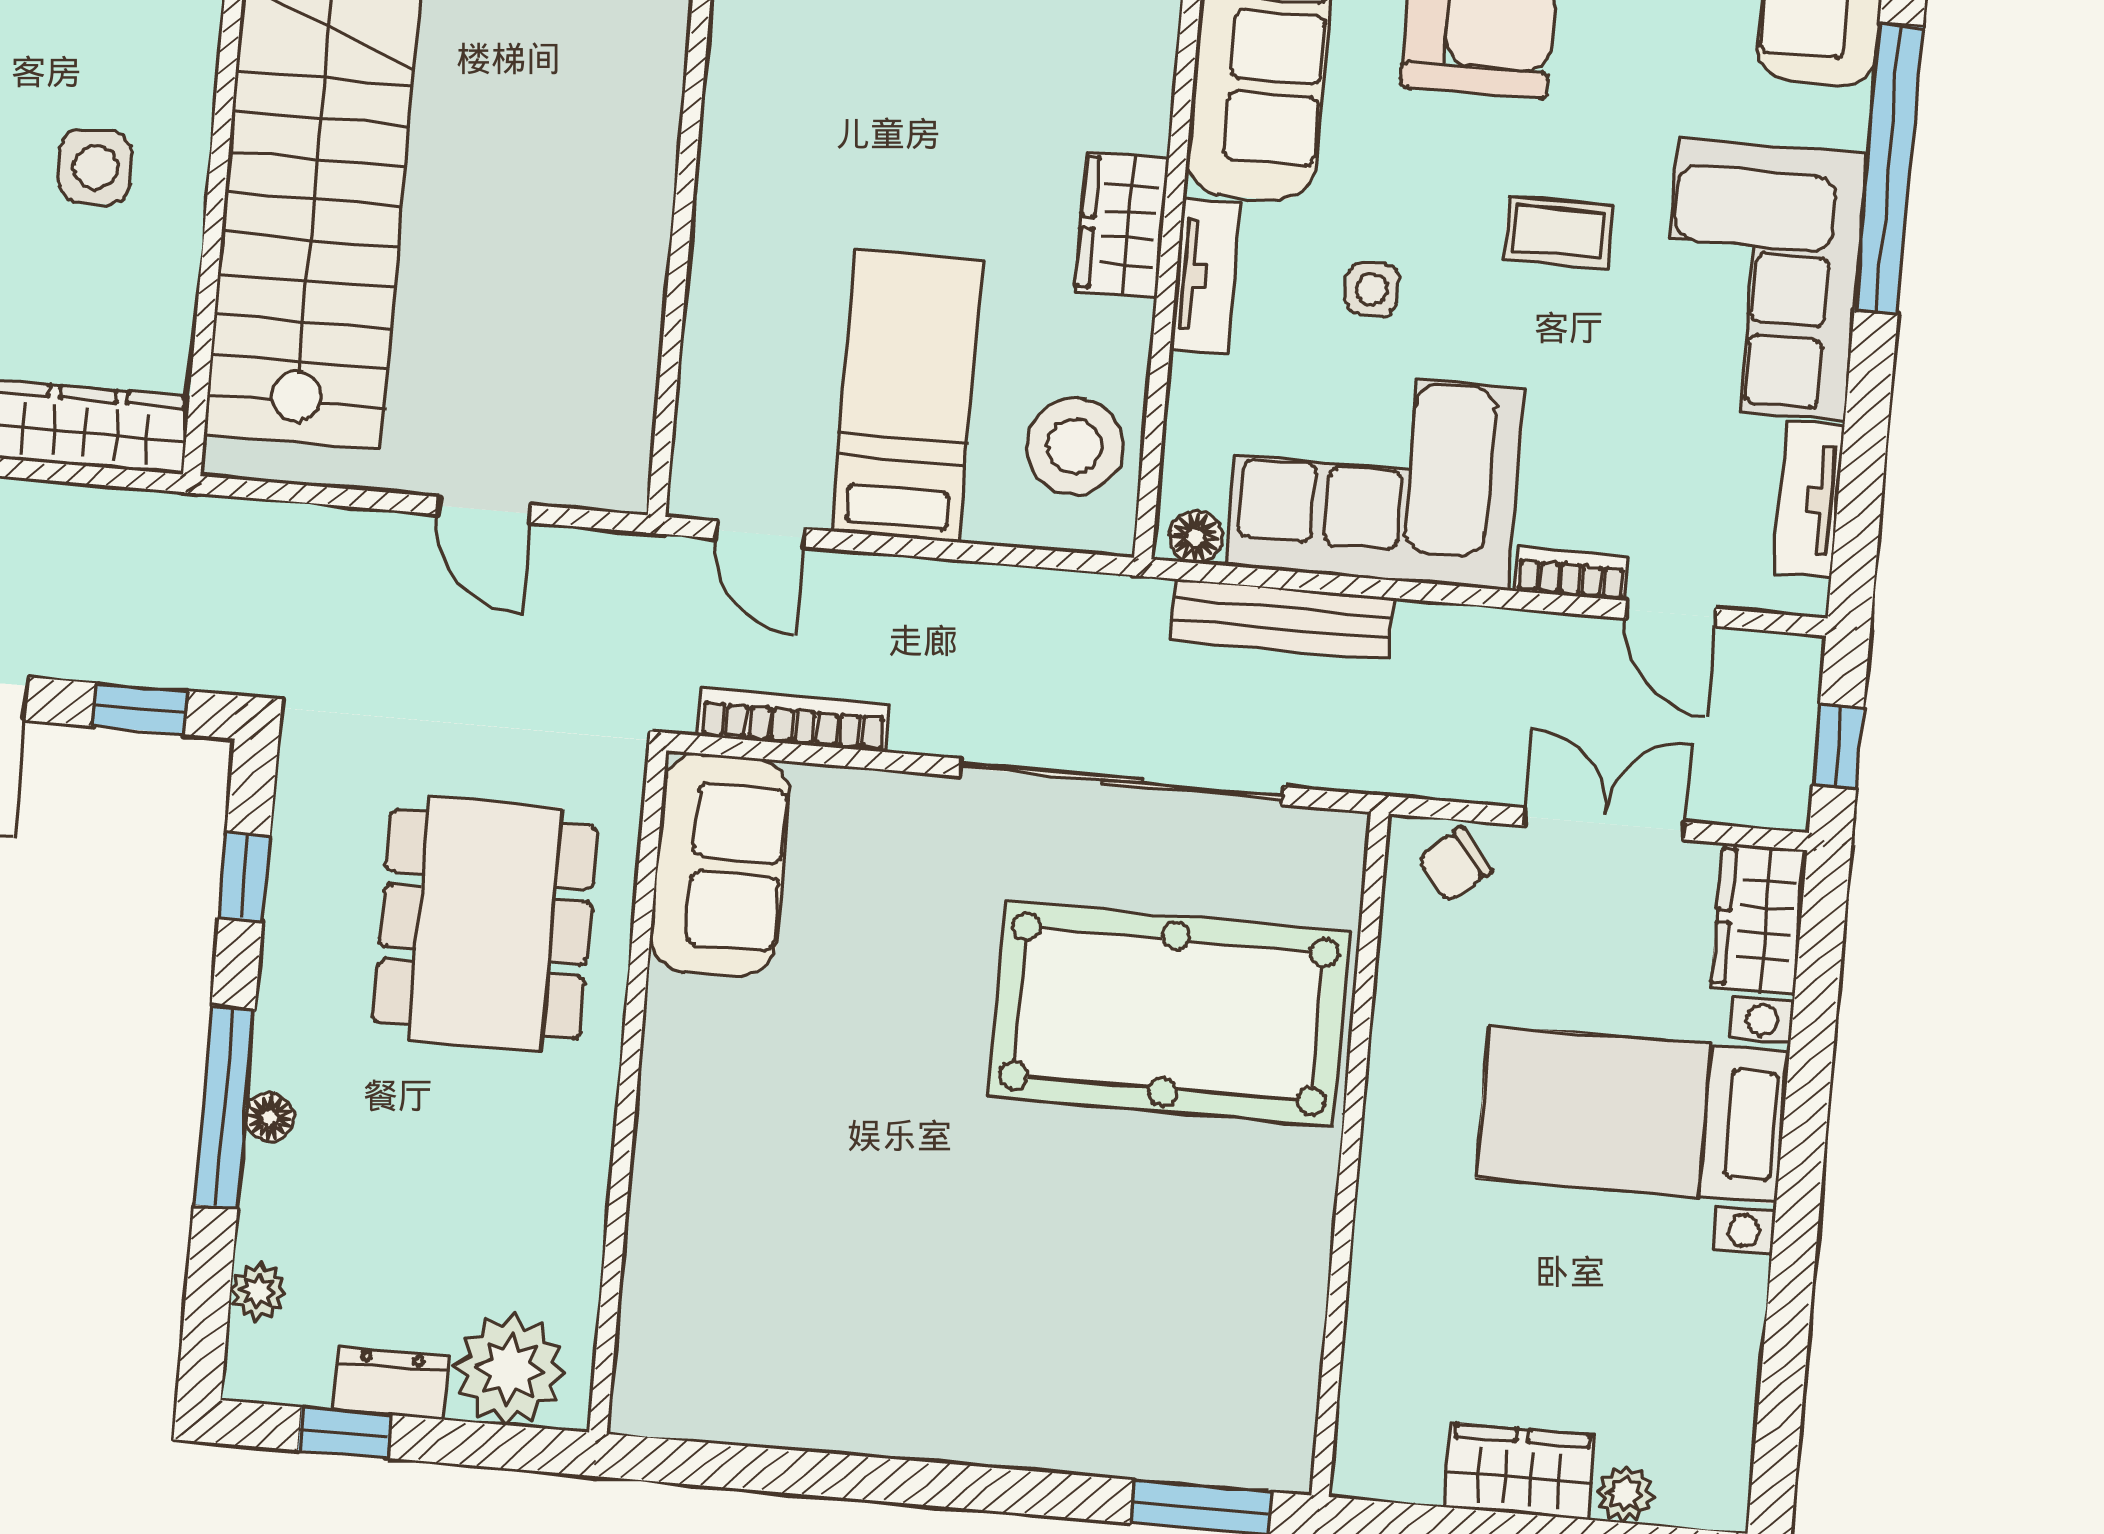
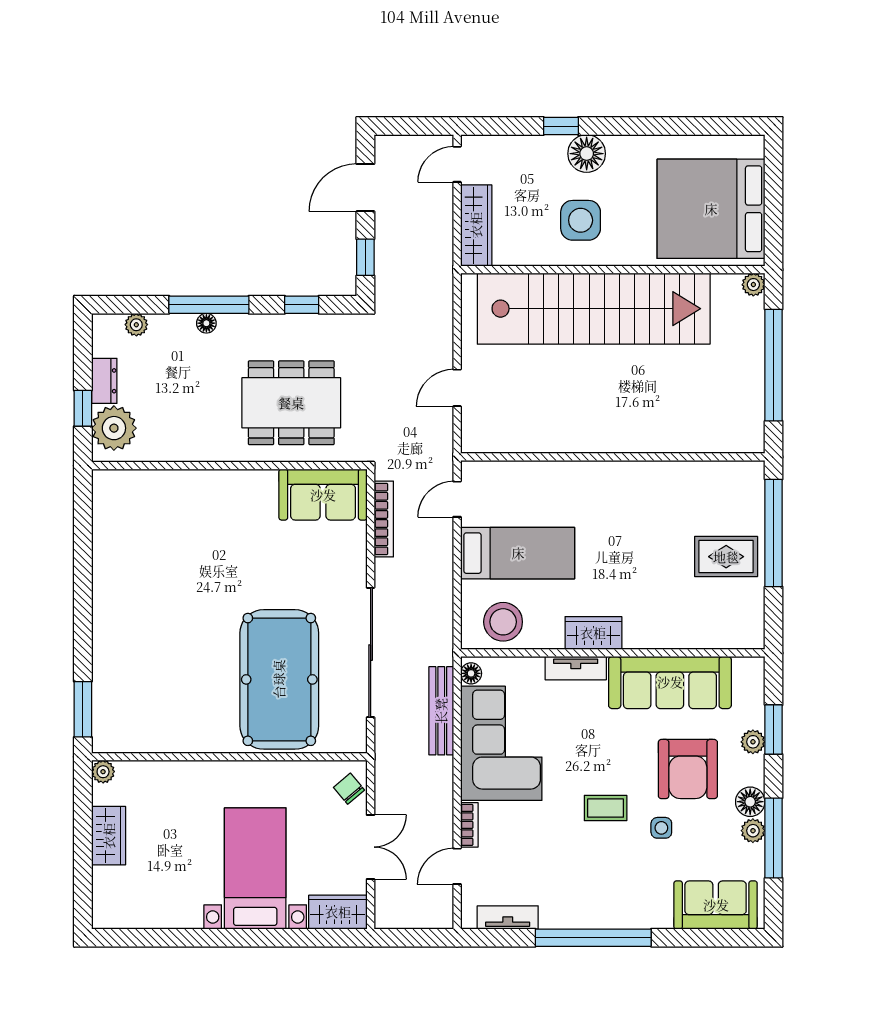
side table: (95, 167) -> (581, 220), width x1.37, depth x1.37
window: (1889, 169) -> (593, 938), moved
coffee table: (1559, 232) -> (606, 808), turned 90
corner sofa: (1762, 279) -> (594, 891), removed
side table: (1372, 289) -> (661, 828), moved
window: (1838, 746) -> (410, 938), removed
window: (344, 1433) -> (83, 408), moved
plant: (1625, 1494) -> (103, 772), moved

